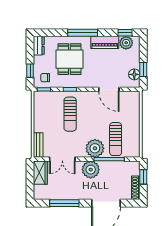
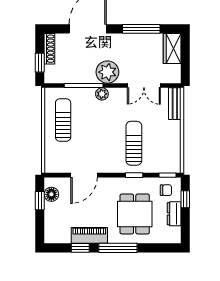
window: (125, 33) -> (80, 248), moved
plant: (126, 43) -> (62, 235), removed
dresser: (39, 46) -> (174, 214), moved
door: (109, 89) -> (84, 175), swing flipped
sun lounger: (116, 139) -> (63, 120), moved
plant: (95, 148) -> (102, 94), width x0.53, depth x0.53
double door: (62, 159) -> (144, 85), swing flipped
wardrobe: (40, 173) -> (172, 48), moved

